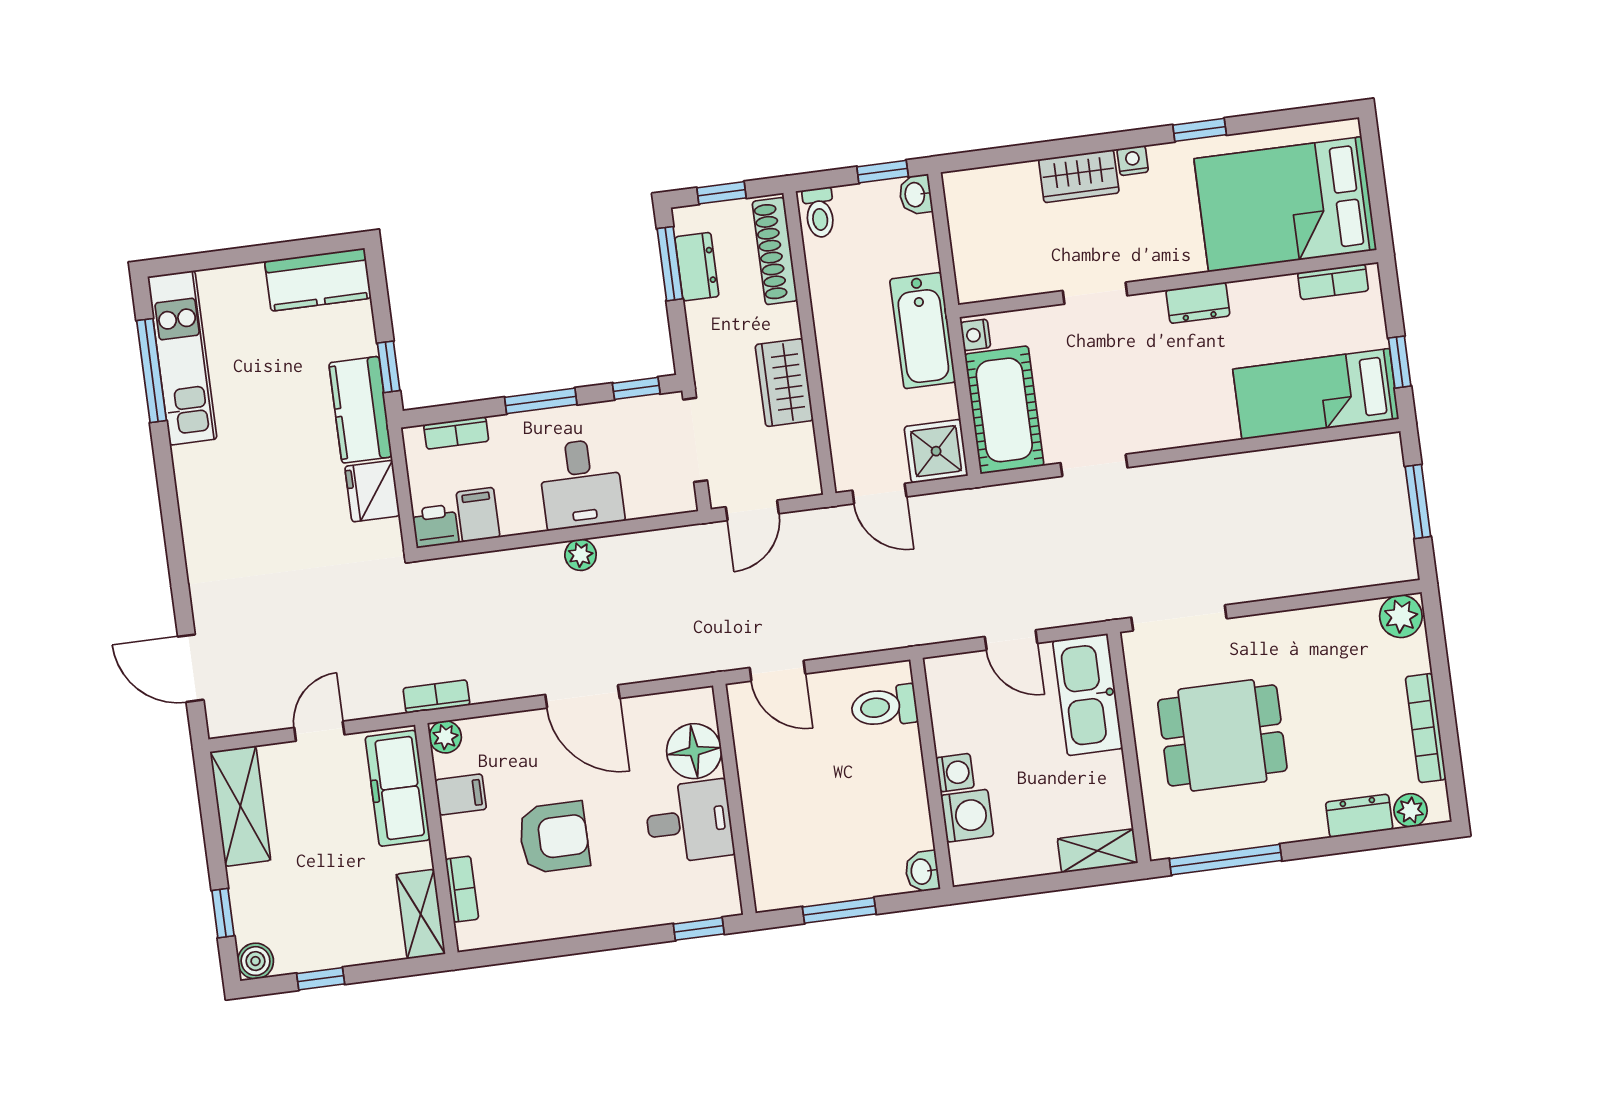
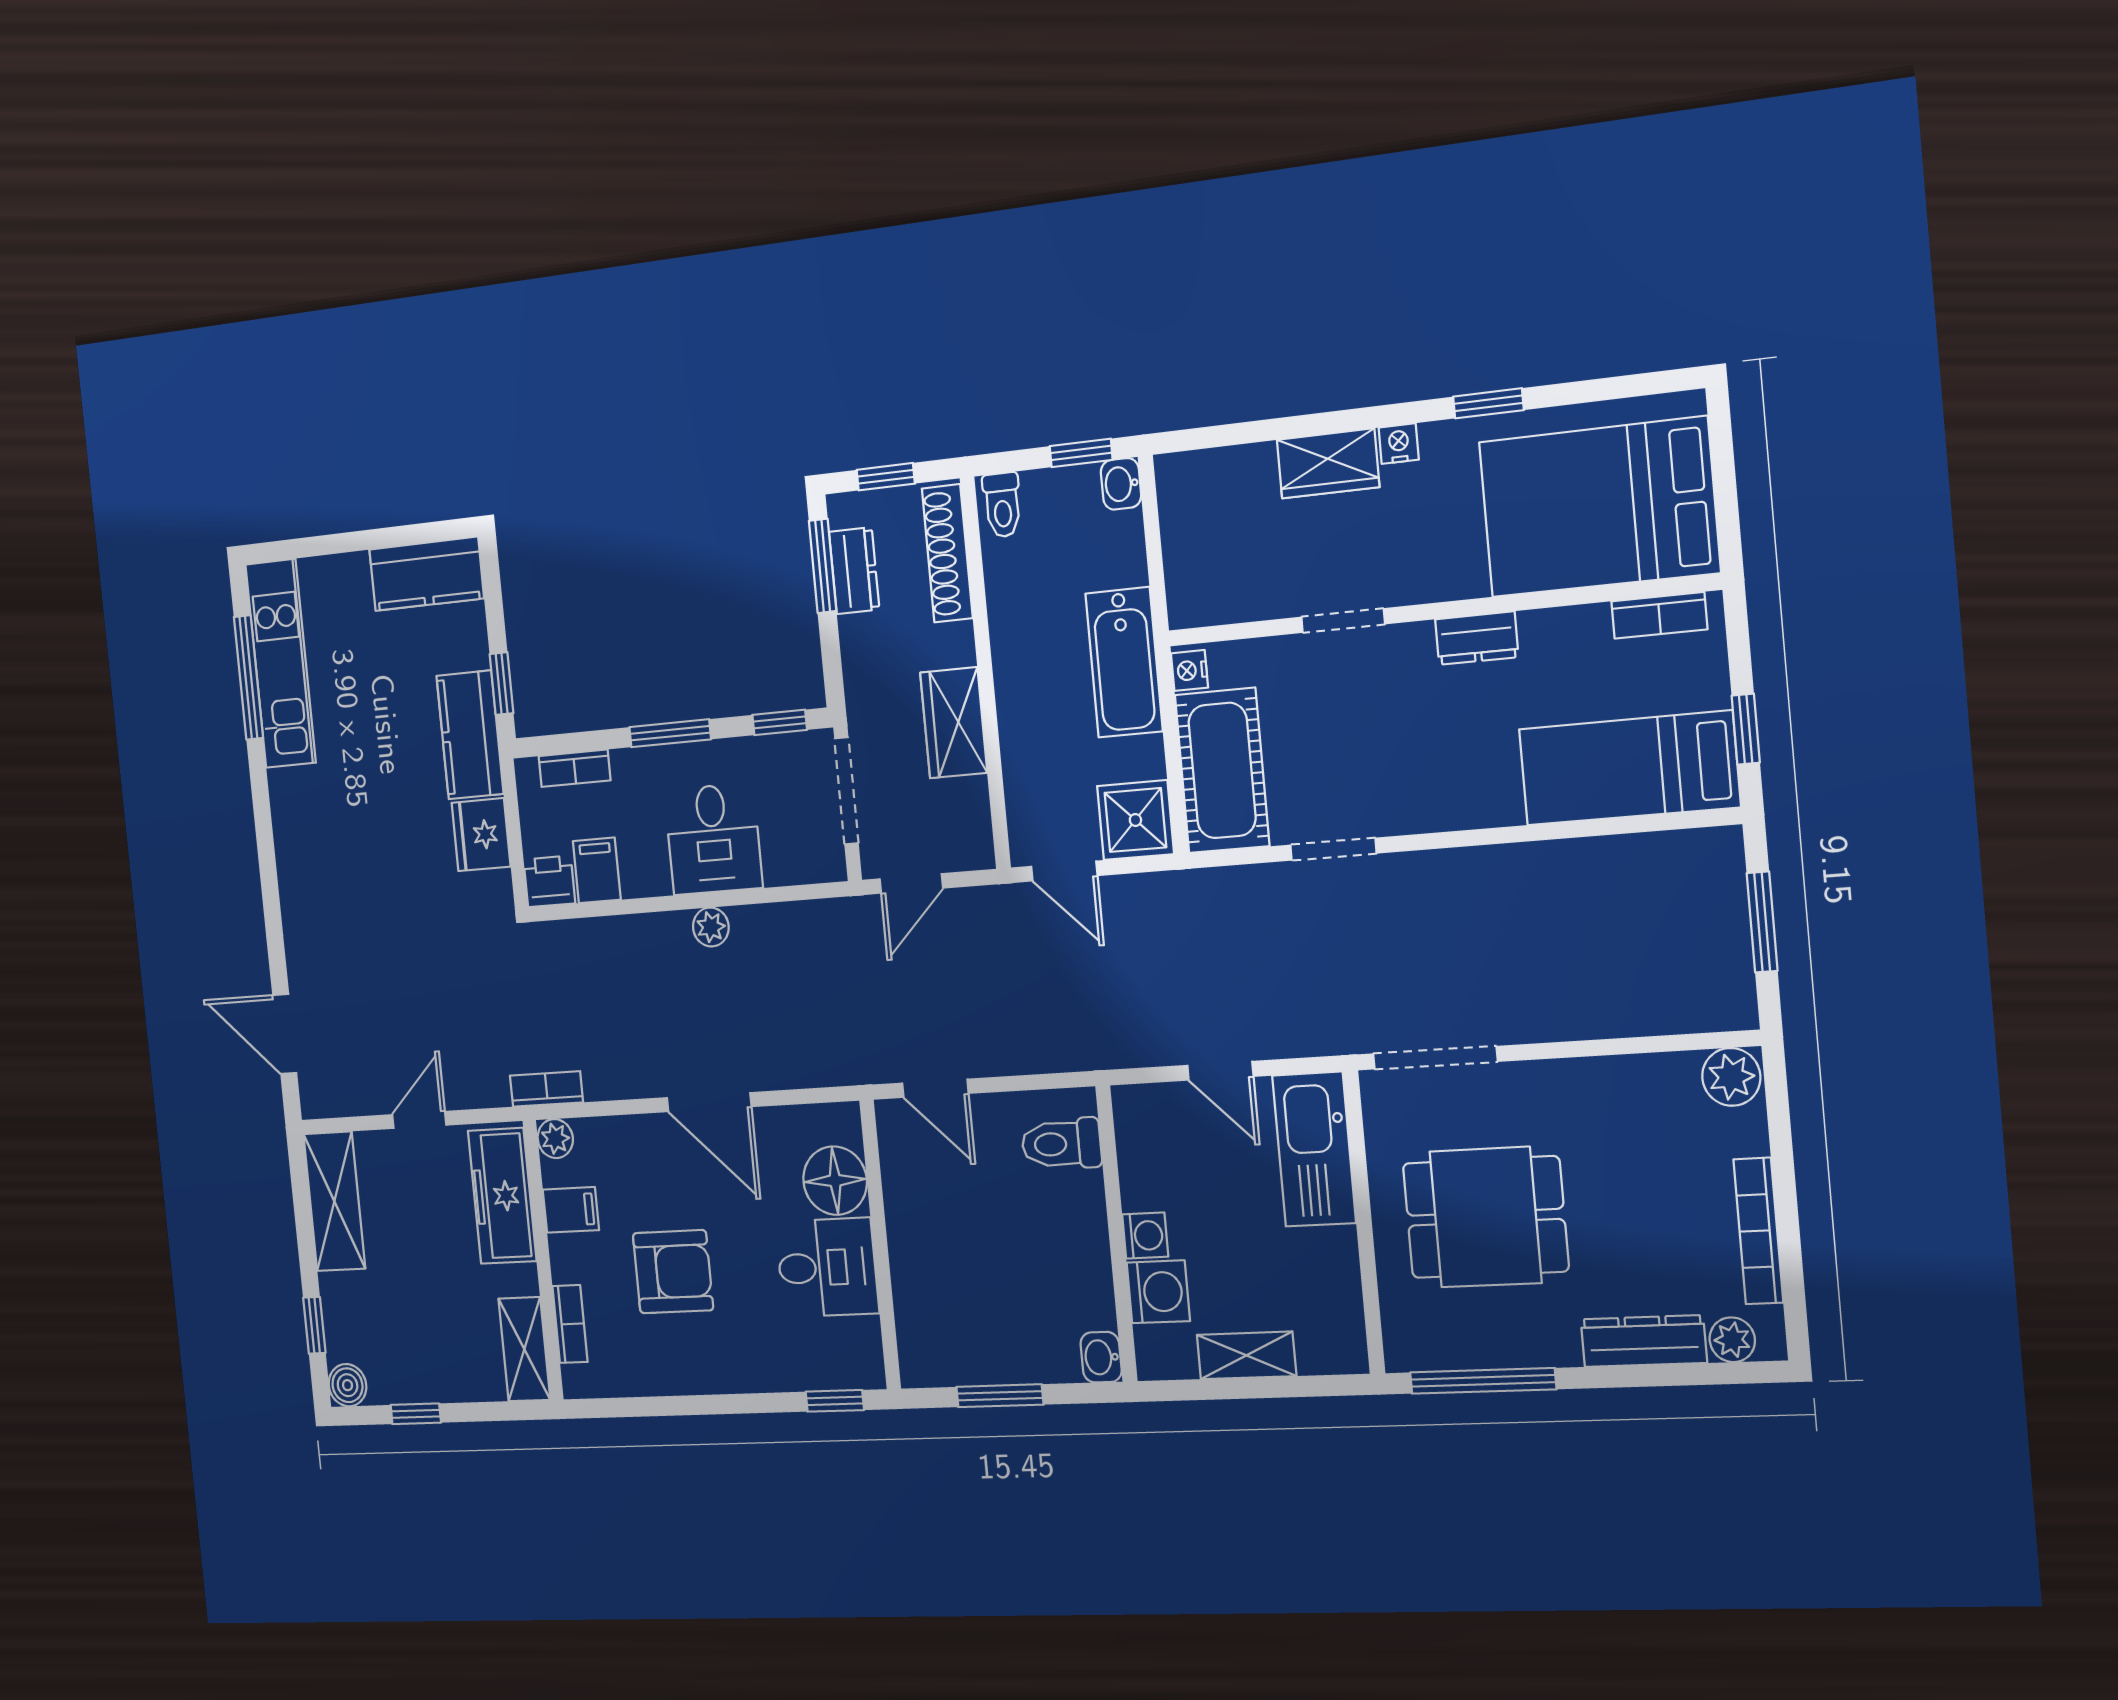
dresser: (1359, 816) -> (1644, 1341), width x1.44
shelving: (1097, 851) -> (1247, 1355), moved

